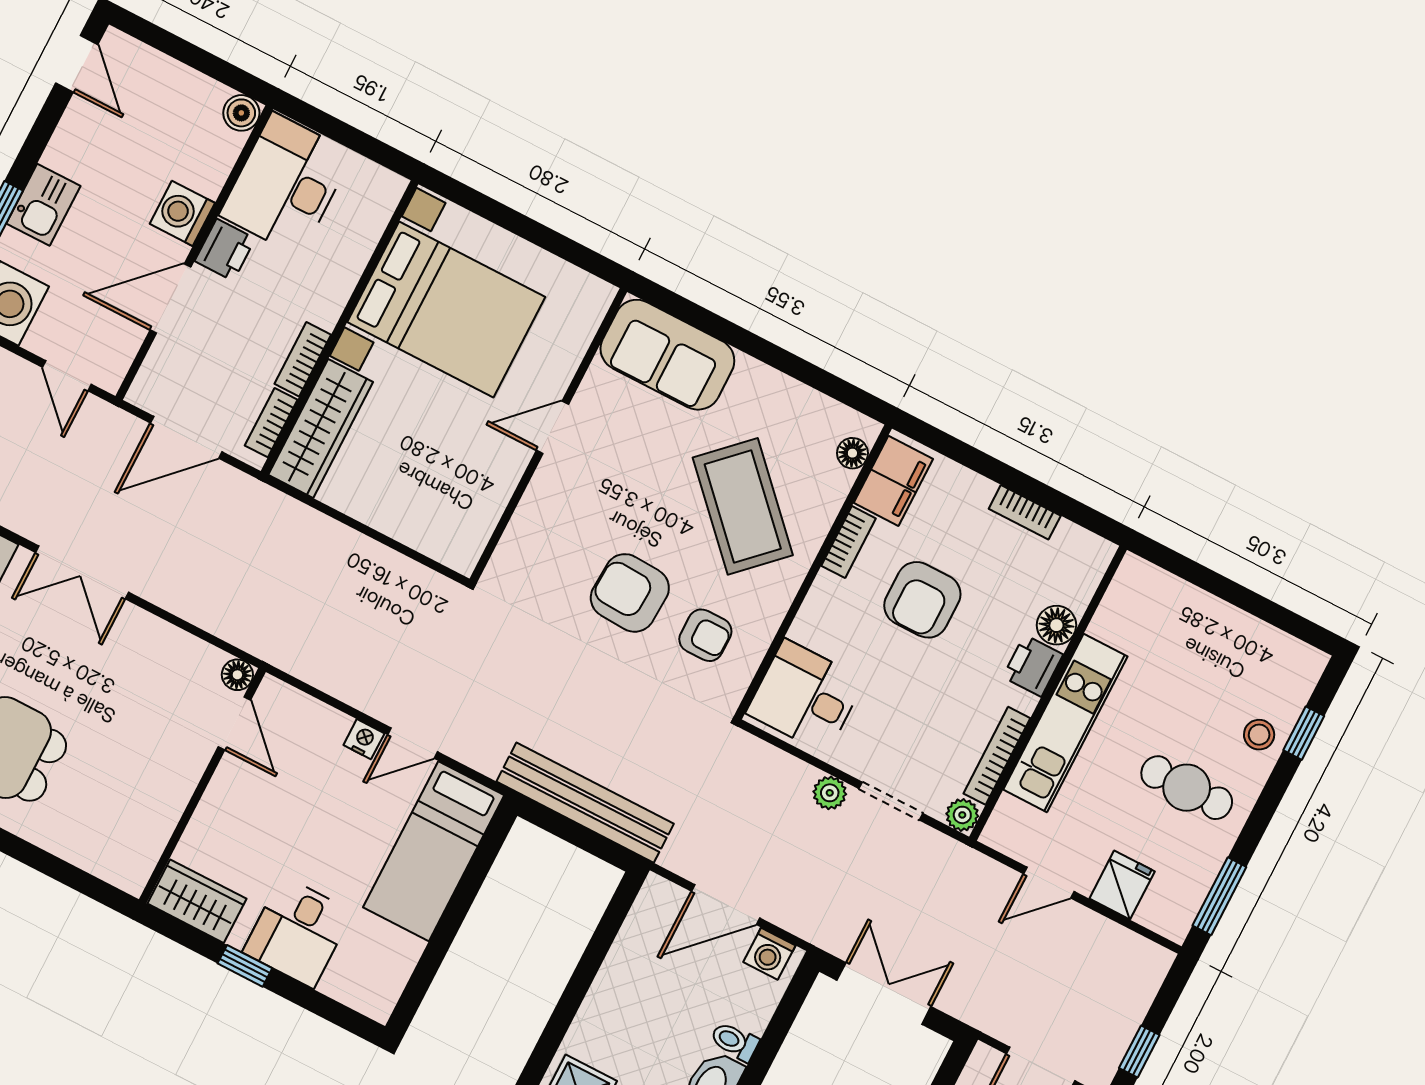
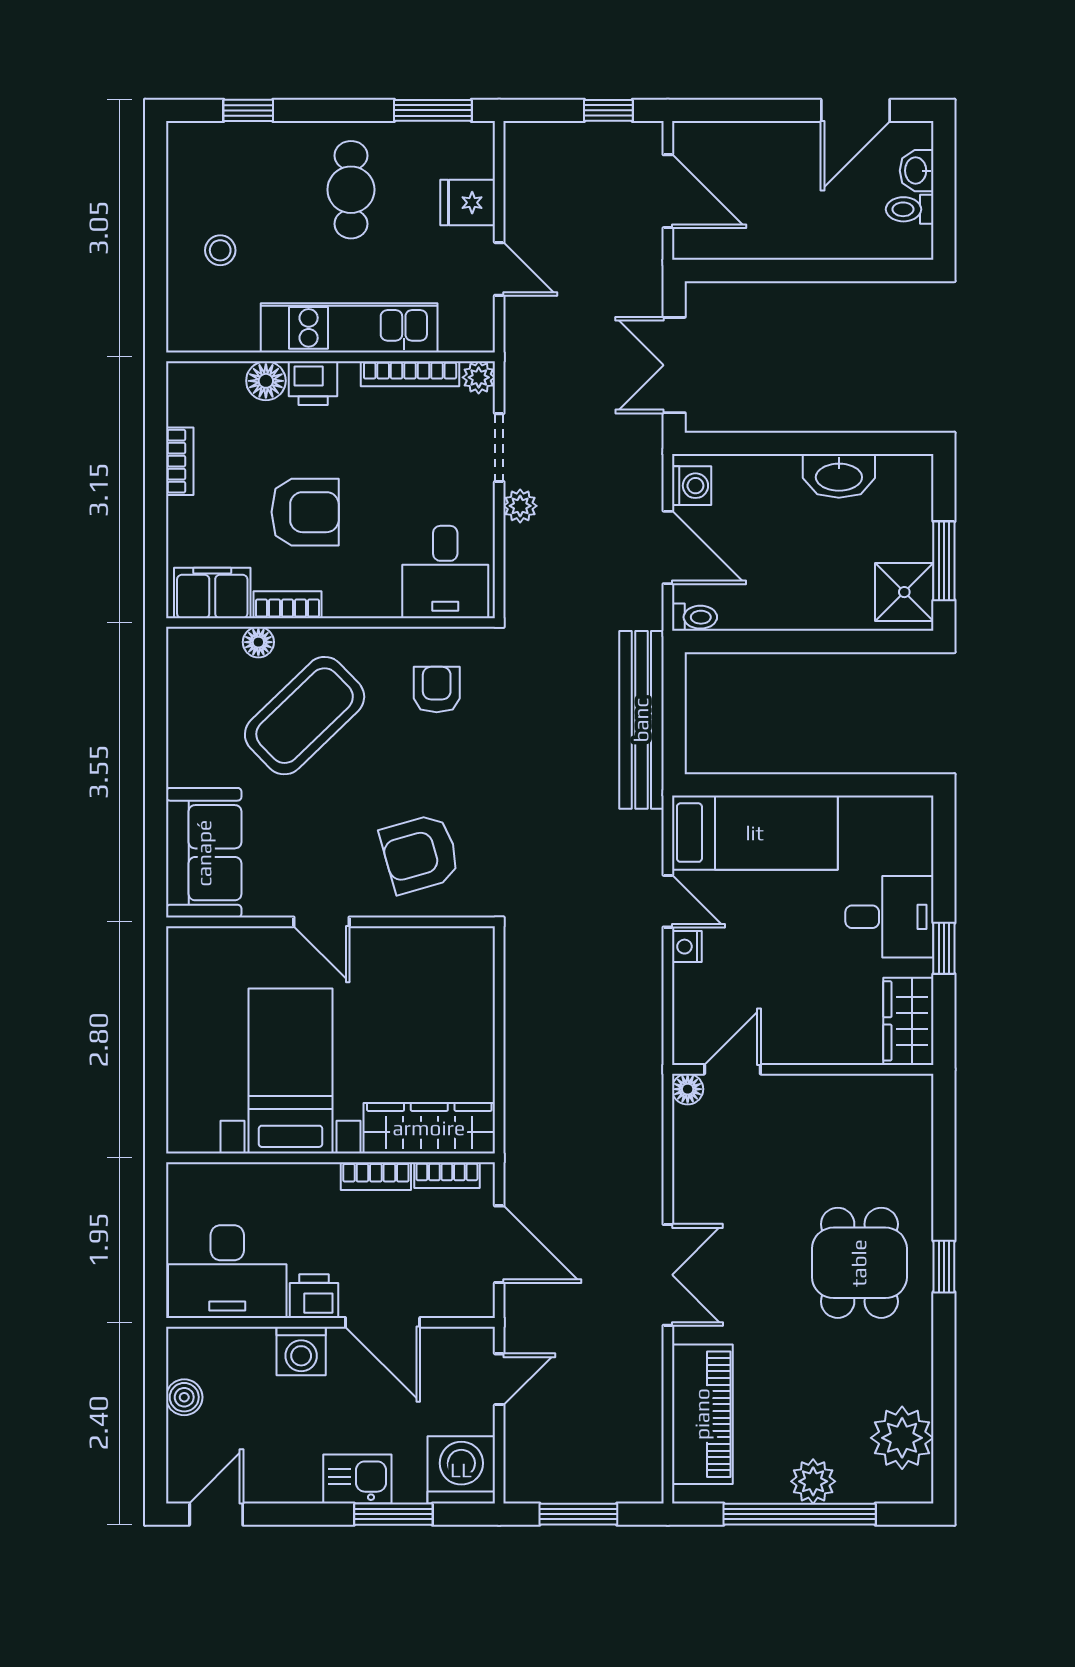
boiler: (241, 113) -> (184, 1397), moved
bed with nightstands: (446, 309) -> (291, 1071), width x0.73
floor lamp: (852, 453) -> (258, 642), moved
armchair: (630, 593) -> (420, 854), moved, turned 71
stool: (1259, 735) -> (220, 250), moved
toilet: (735, 1041) -> (695, 617), moved, turned -90

